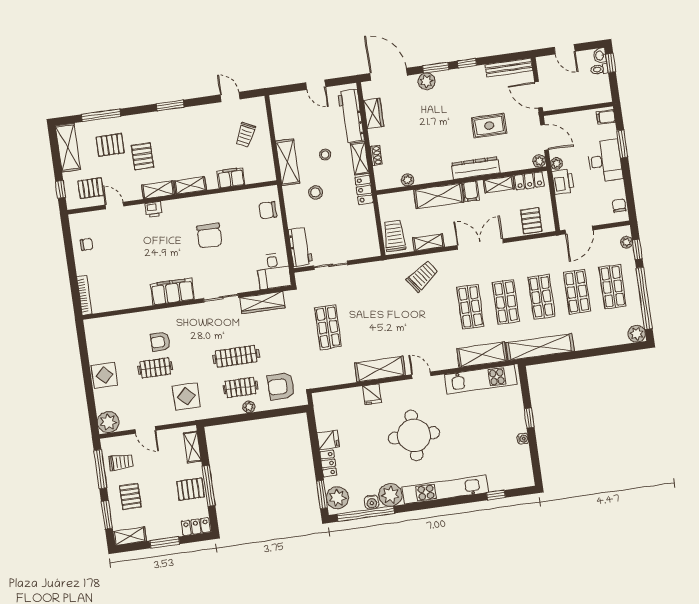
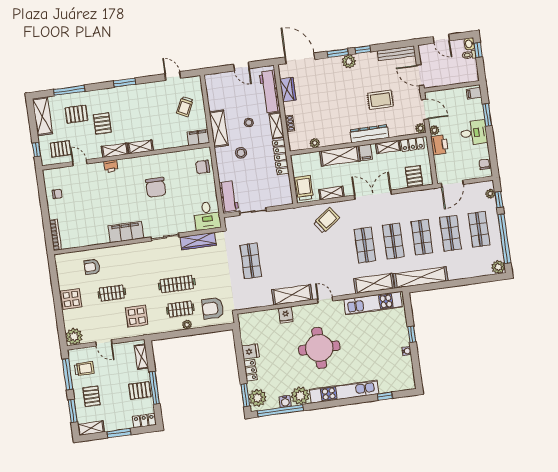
plant: (427, 81) -> (349, 61), moved
desk: (605, 161) -> (474, 133), width x0.73
filing cabinet: (231, 178) -> (198, 137), moved
locker: (364, 190) -> (281, 157), width x1.53
armchair: (160, 342) -> (92, 267), moved

